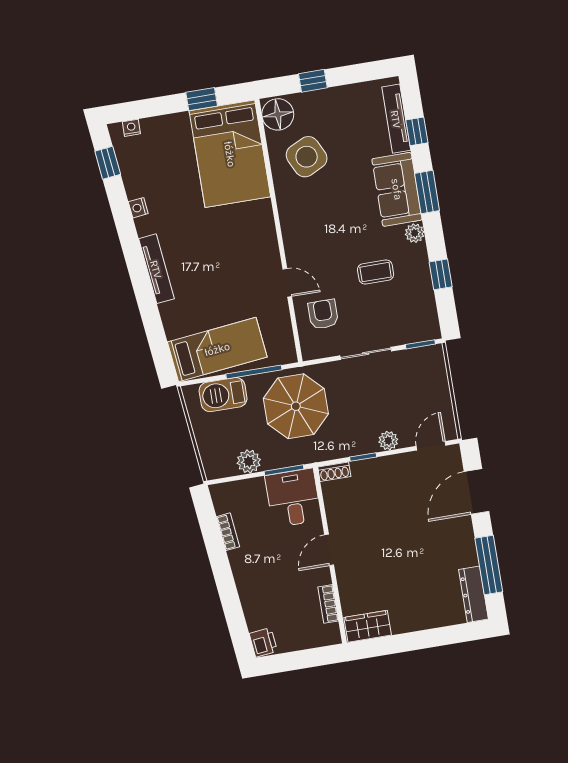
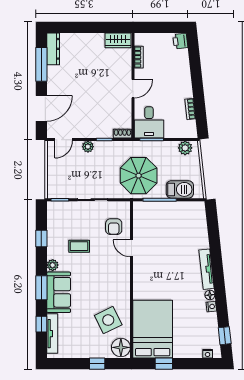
floor lamp: (144, 227) -> (210, 295), added
bed: (217, 349) -> (179, 216), removed
plant: (249, 461) -> (185, 148), moved

